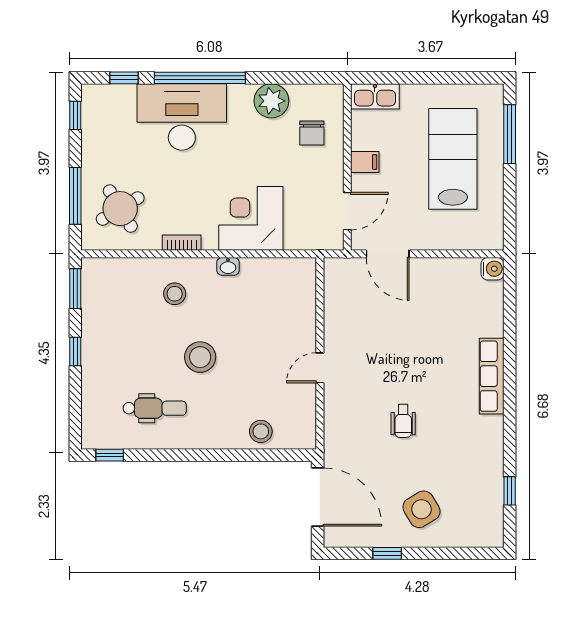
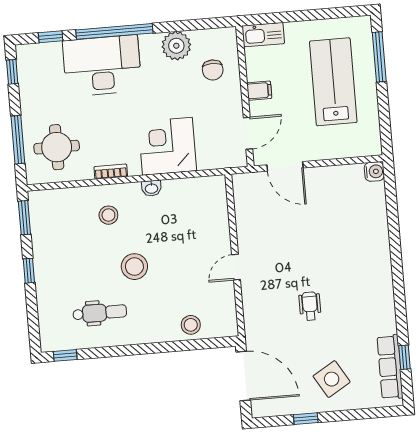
round table: (120, 209) -> (57, 147), turned 31
row of seats: (492, 376) -> (390, 367), moved
wheelchair: (403, 421) -> (310, 306), turned 180

